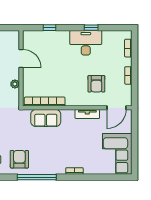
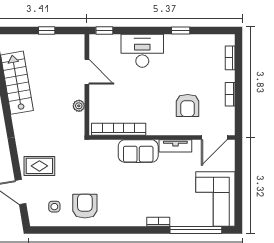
window: (50, 28) -> (104, 31), moved
desk: (86, 43) -> (142, 51), moved
sofa: (46, 118) -> (138, 151), moved
window: (37, 177) -> (196, 230), moved

